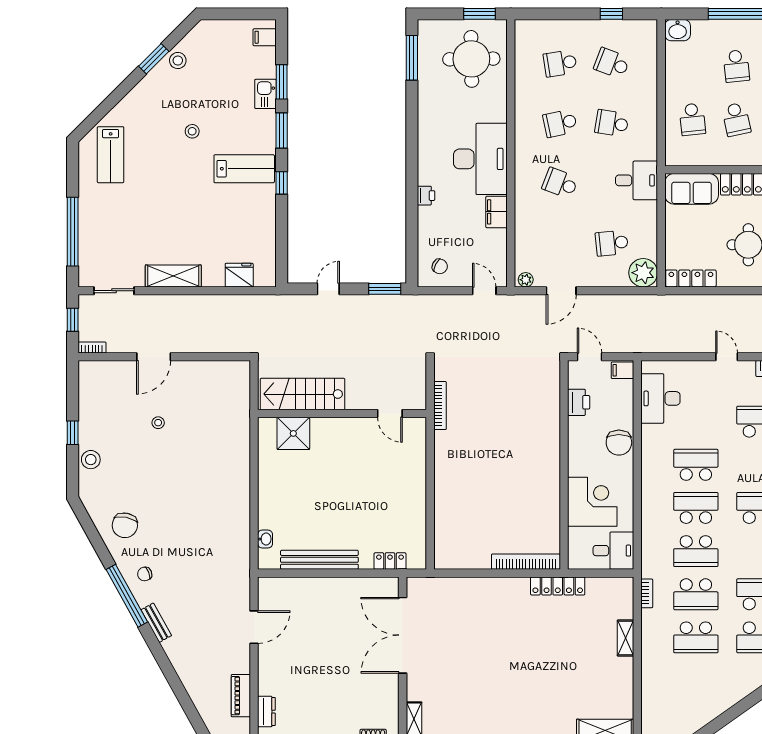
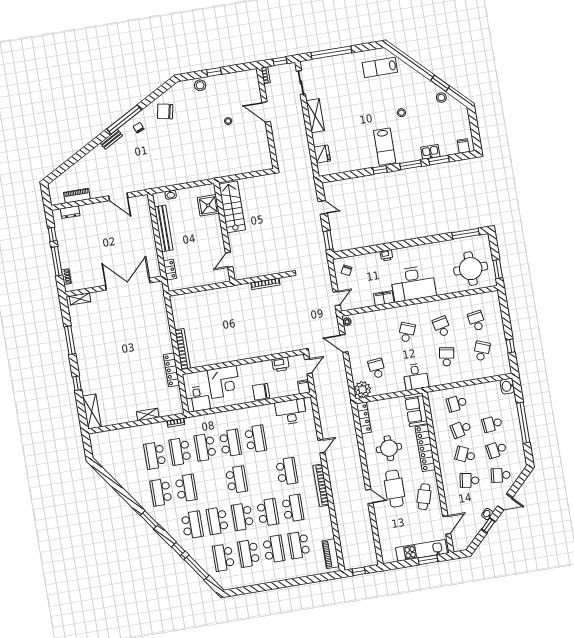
stairs: (303, 394) -> (232, 207), moved
wall: (342, 414) -> (224, 232), moved
door: (390, 414) -> (229, 260), moved
shower: (293, 433) -> (208, 205), moved

